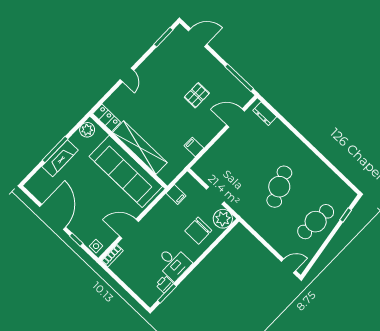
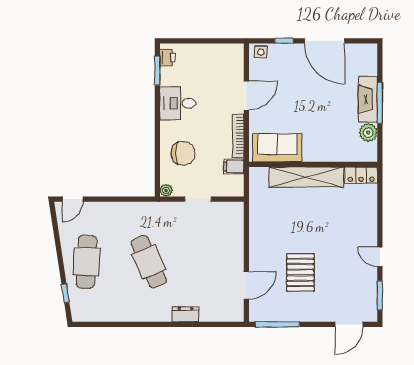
door: (127, 75) -> (380, 257), moved
pallet: (197, 95) -> (300, 272), width x1.50, depth x1.42
dresser: (265, 114) -> (185, 314), moved
plant: (87, 130) -> (368, 133), moved
filing cabinet: (194, 147) -> (259, 224), removed
sofa: (126, 171) -> (277, 148), width x0.54, depth x0.79
plant: (223, 219) -> (166, 190), width x0.53, depth x0.53
chair: (198, 231) -> (183, 153), turned 90
bookcase: (112, 256) -> (238, 136), moved, width x1.56
printer: (164, 284) -> (167, 57), moved

